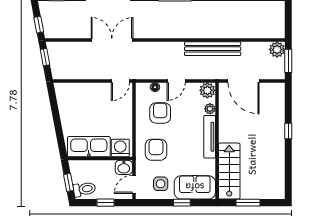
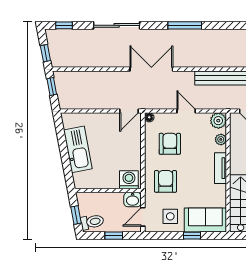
double door: (112, 40) -> (151, 69), moved
door: (176, 81) -> (186, 111), swing flipped
floor lamp: (155, 87) -> (149, 117), moved
tv unit: (210, 137) -> (220, 168), width x0.71
kitchen sink: (89, 147) -> (78, 149), moved, turned 79

